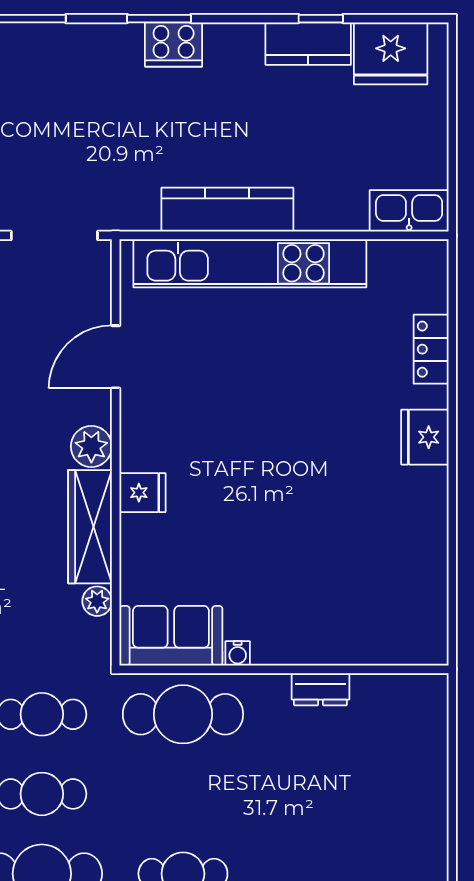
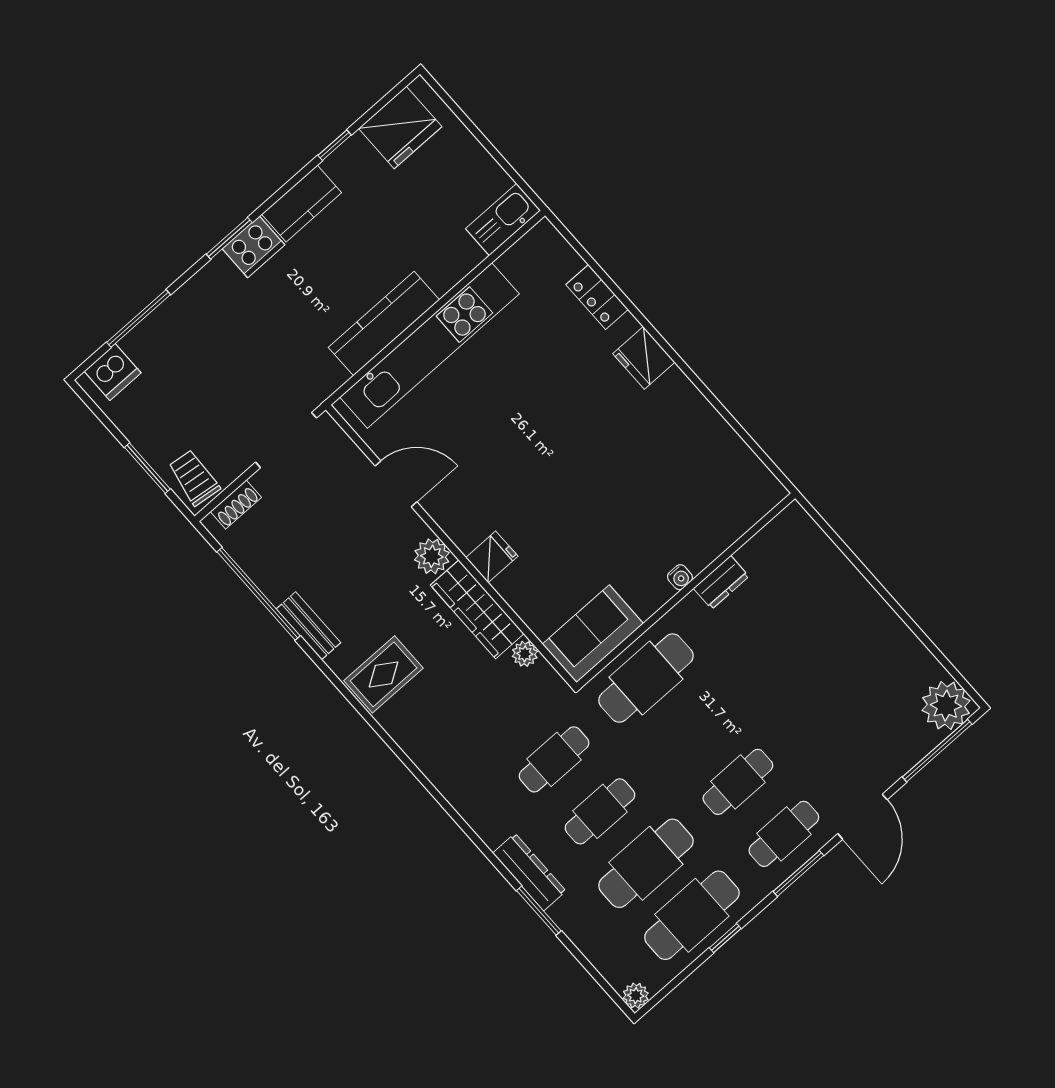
kitchen counter: (308, 44) -> (302, 203), moved
door: (116, 357) -> (396, 484), swing flipped
water cooler: (238, 653) -> (680, 577), moved

